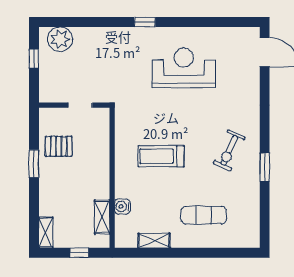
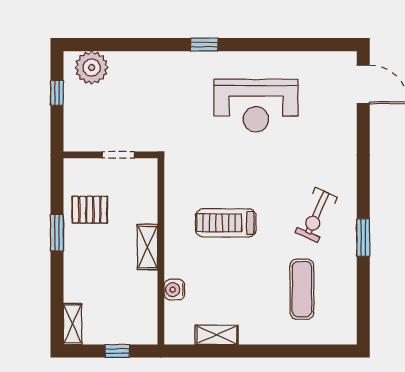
reception desk: (184, 68) -> (256, 106), turned 180
exercise mat: (204, 215) -> (302, 289), moved, turned 90
shelving: (102, 217) -> (147, 247), moved

